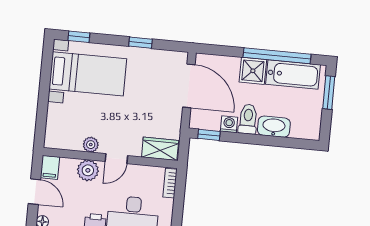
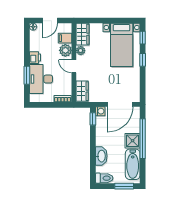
window: (141, 43) -> (143, 60), moved
window: (277, 56) -> (143, 139), moved
toilet: (248, 119) -> (104, 178), moved
washing machine: (229, 124) -> (100, 111), moved
wardrobe: (63, 139) -> (82, 34), added
filing cabinet: (50, 167) -> (65, 38), moved

